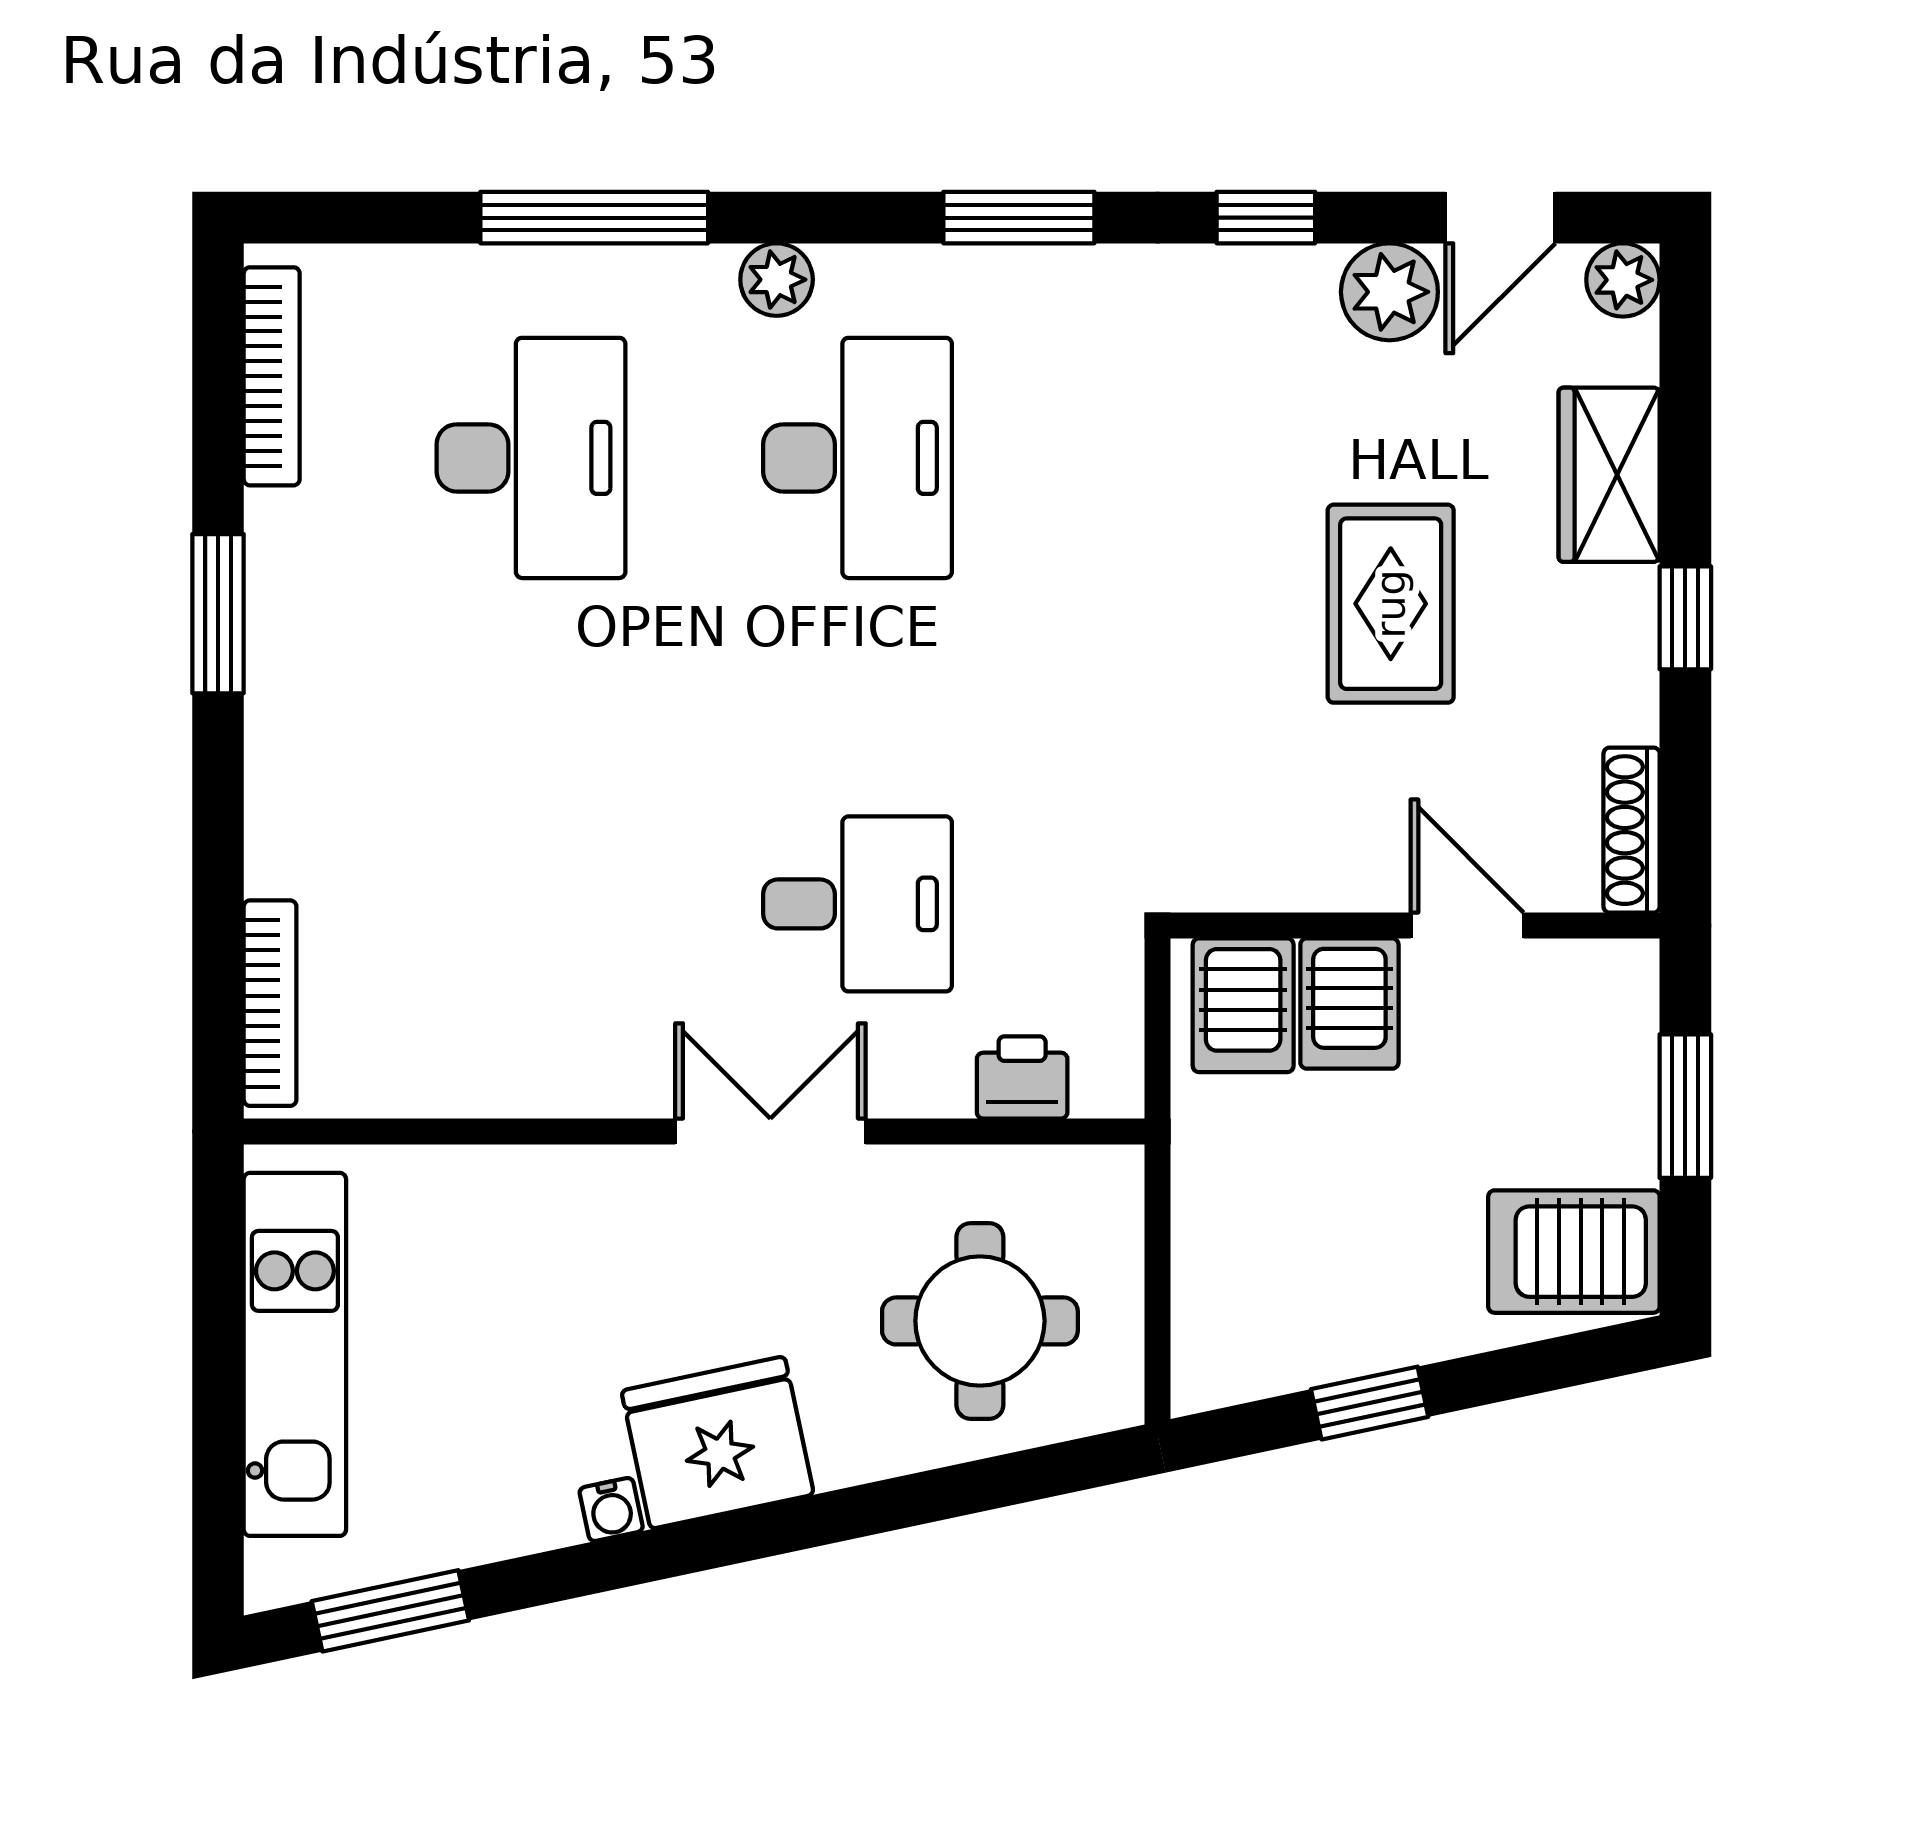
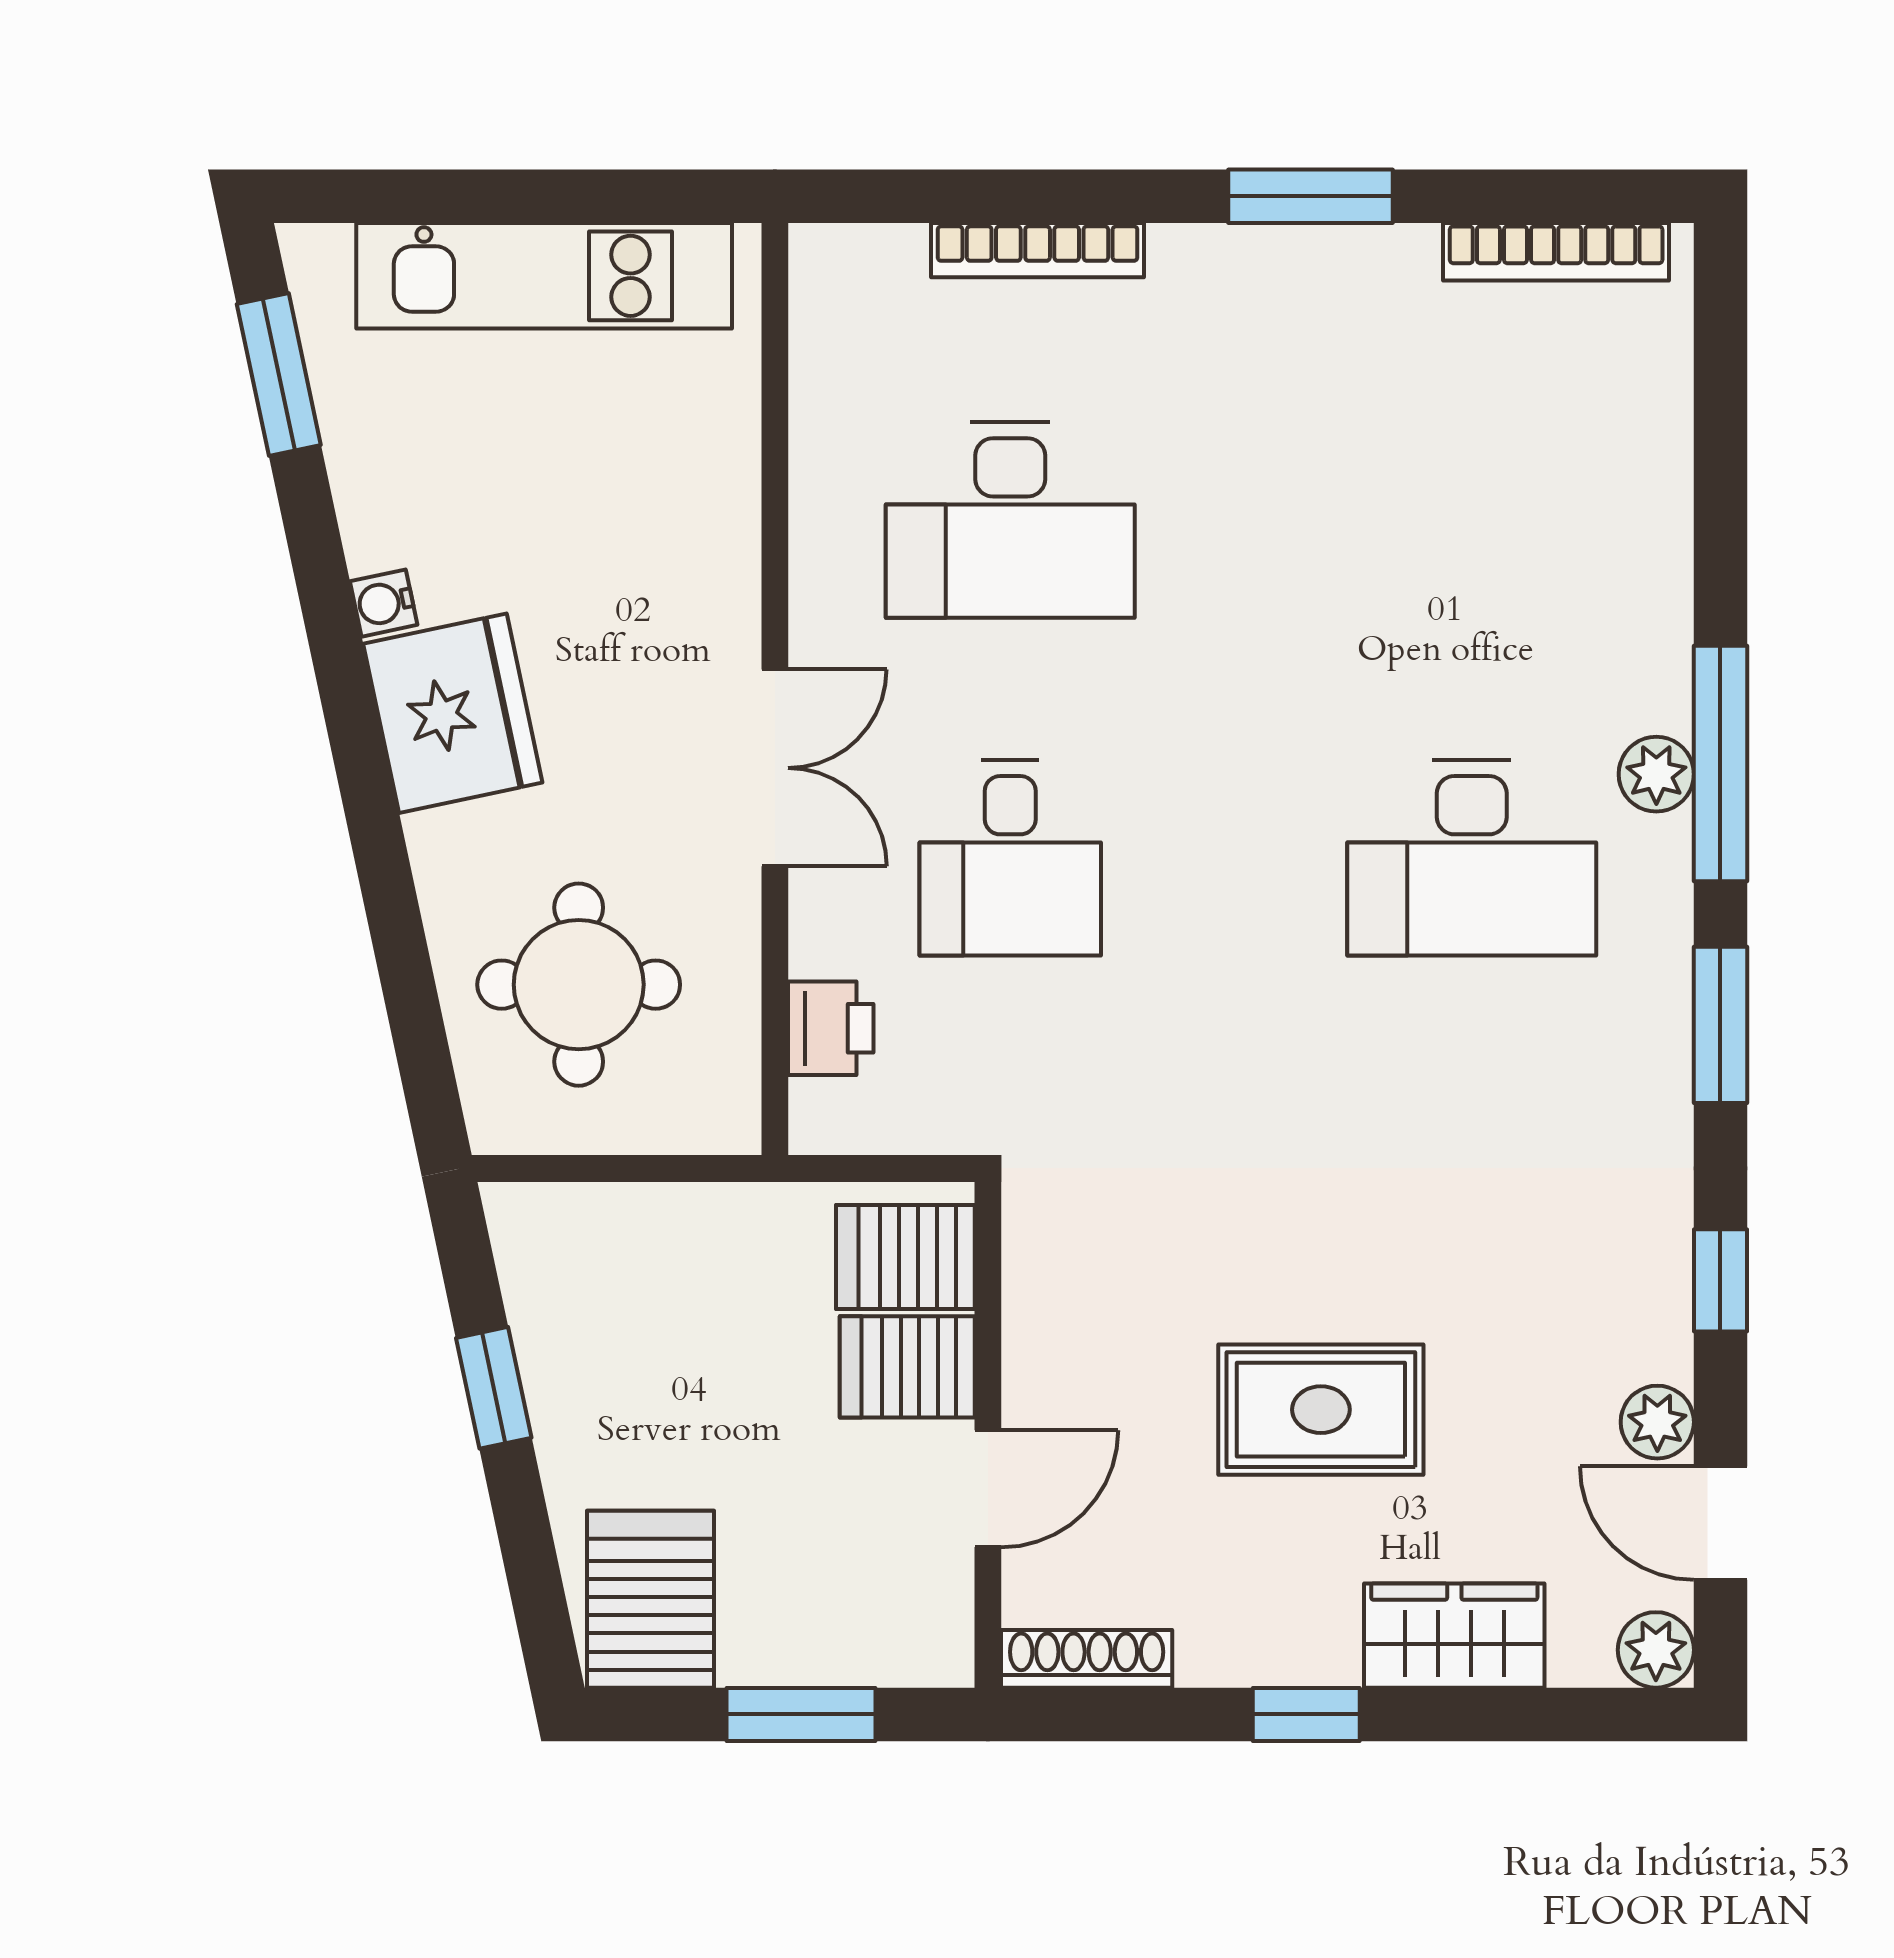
window: (594, 218) -> (1720, 763), moved
plant: (1389, 292) -> (1657, 1422), width x0.73, depth x0.73
desk: (531, 458) -> (1010, 520), moved
bookcase: (270, 1003) -> (1038, 250), moved

